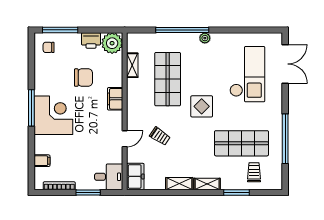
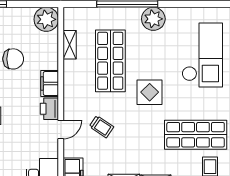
plant: (205, 38) -> (153, 19), width x1.87, depth x1.87
printer: (91, 40) -> (49, 109), moved, turned 90

